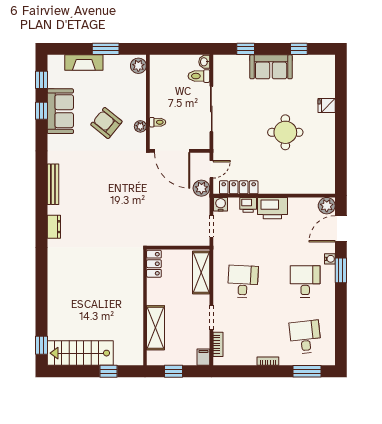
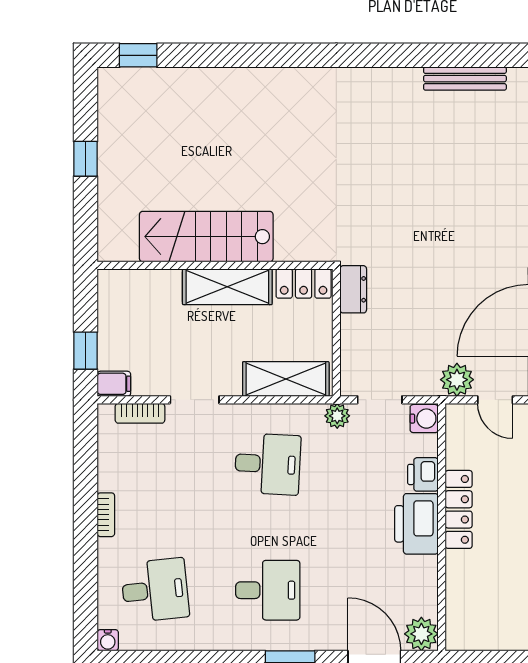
locker: (239, 187) -> (459, 509), moved
dresser: (54, 227) -> (353, 289), moved, turned -90
plant: (219, 247) -> (337, 416), added
water cooler: (330, 259) -> (108, 640), moved
shelving: (156, 328) -> (227, 287), moved
stairs: (80, 353) -> (206, 237), moved, turned -90
window: (108, 371) -> (85, 159), moved
window: (174, 371) -> (85, 351), moved
window: (307, 371) -> (85, 594), removed

